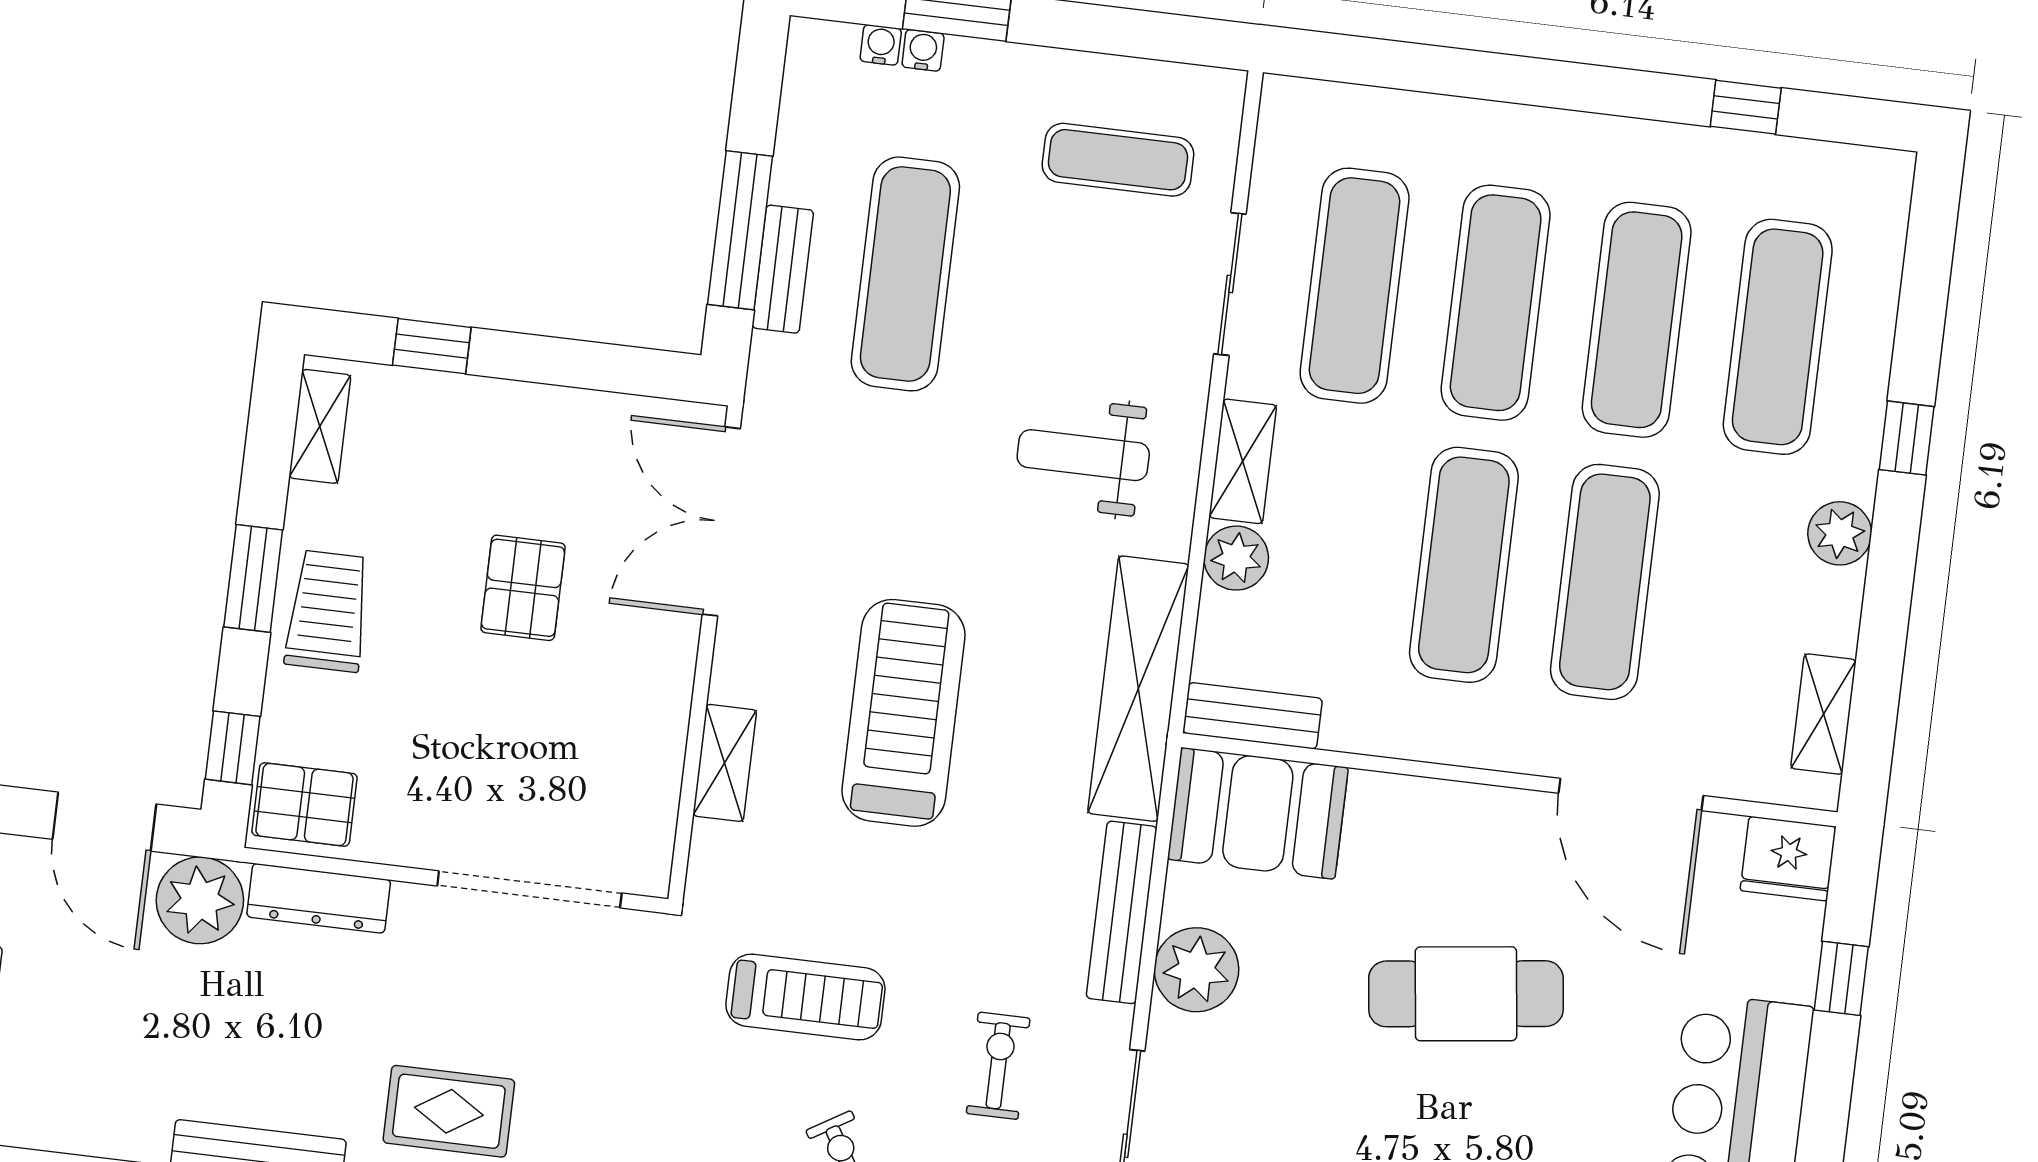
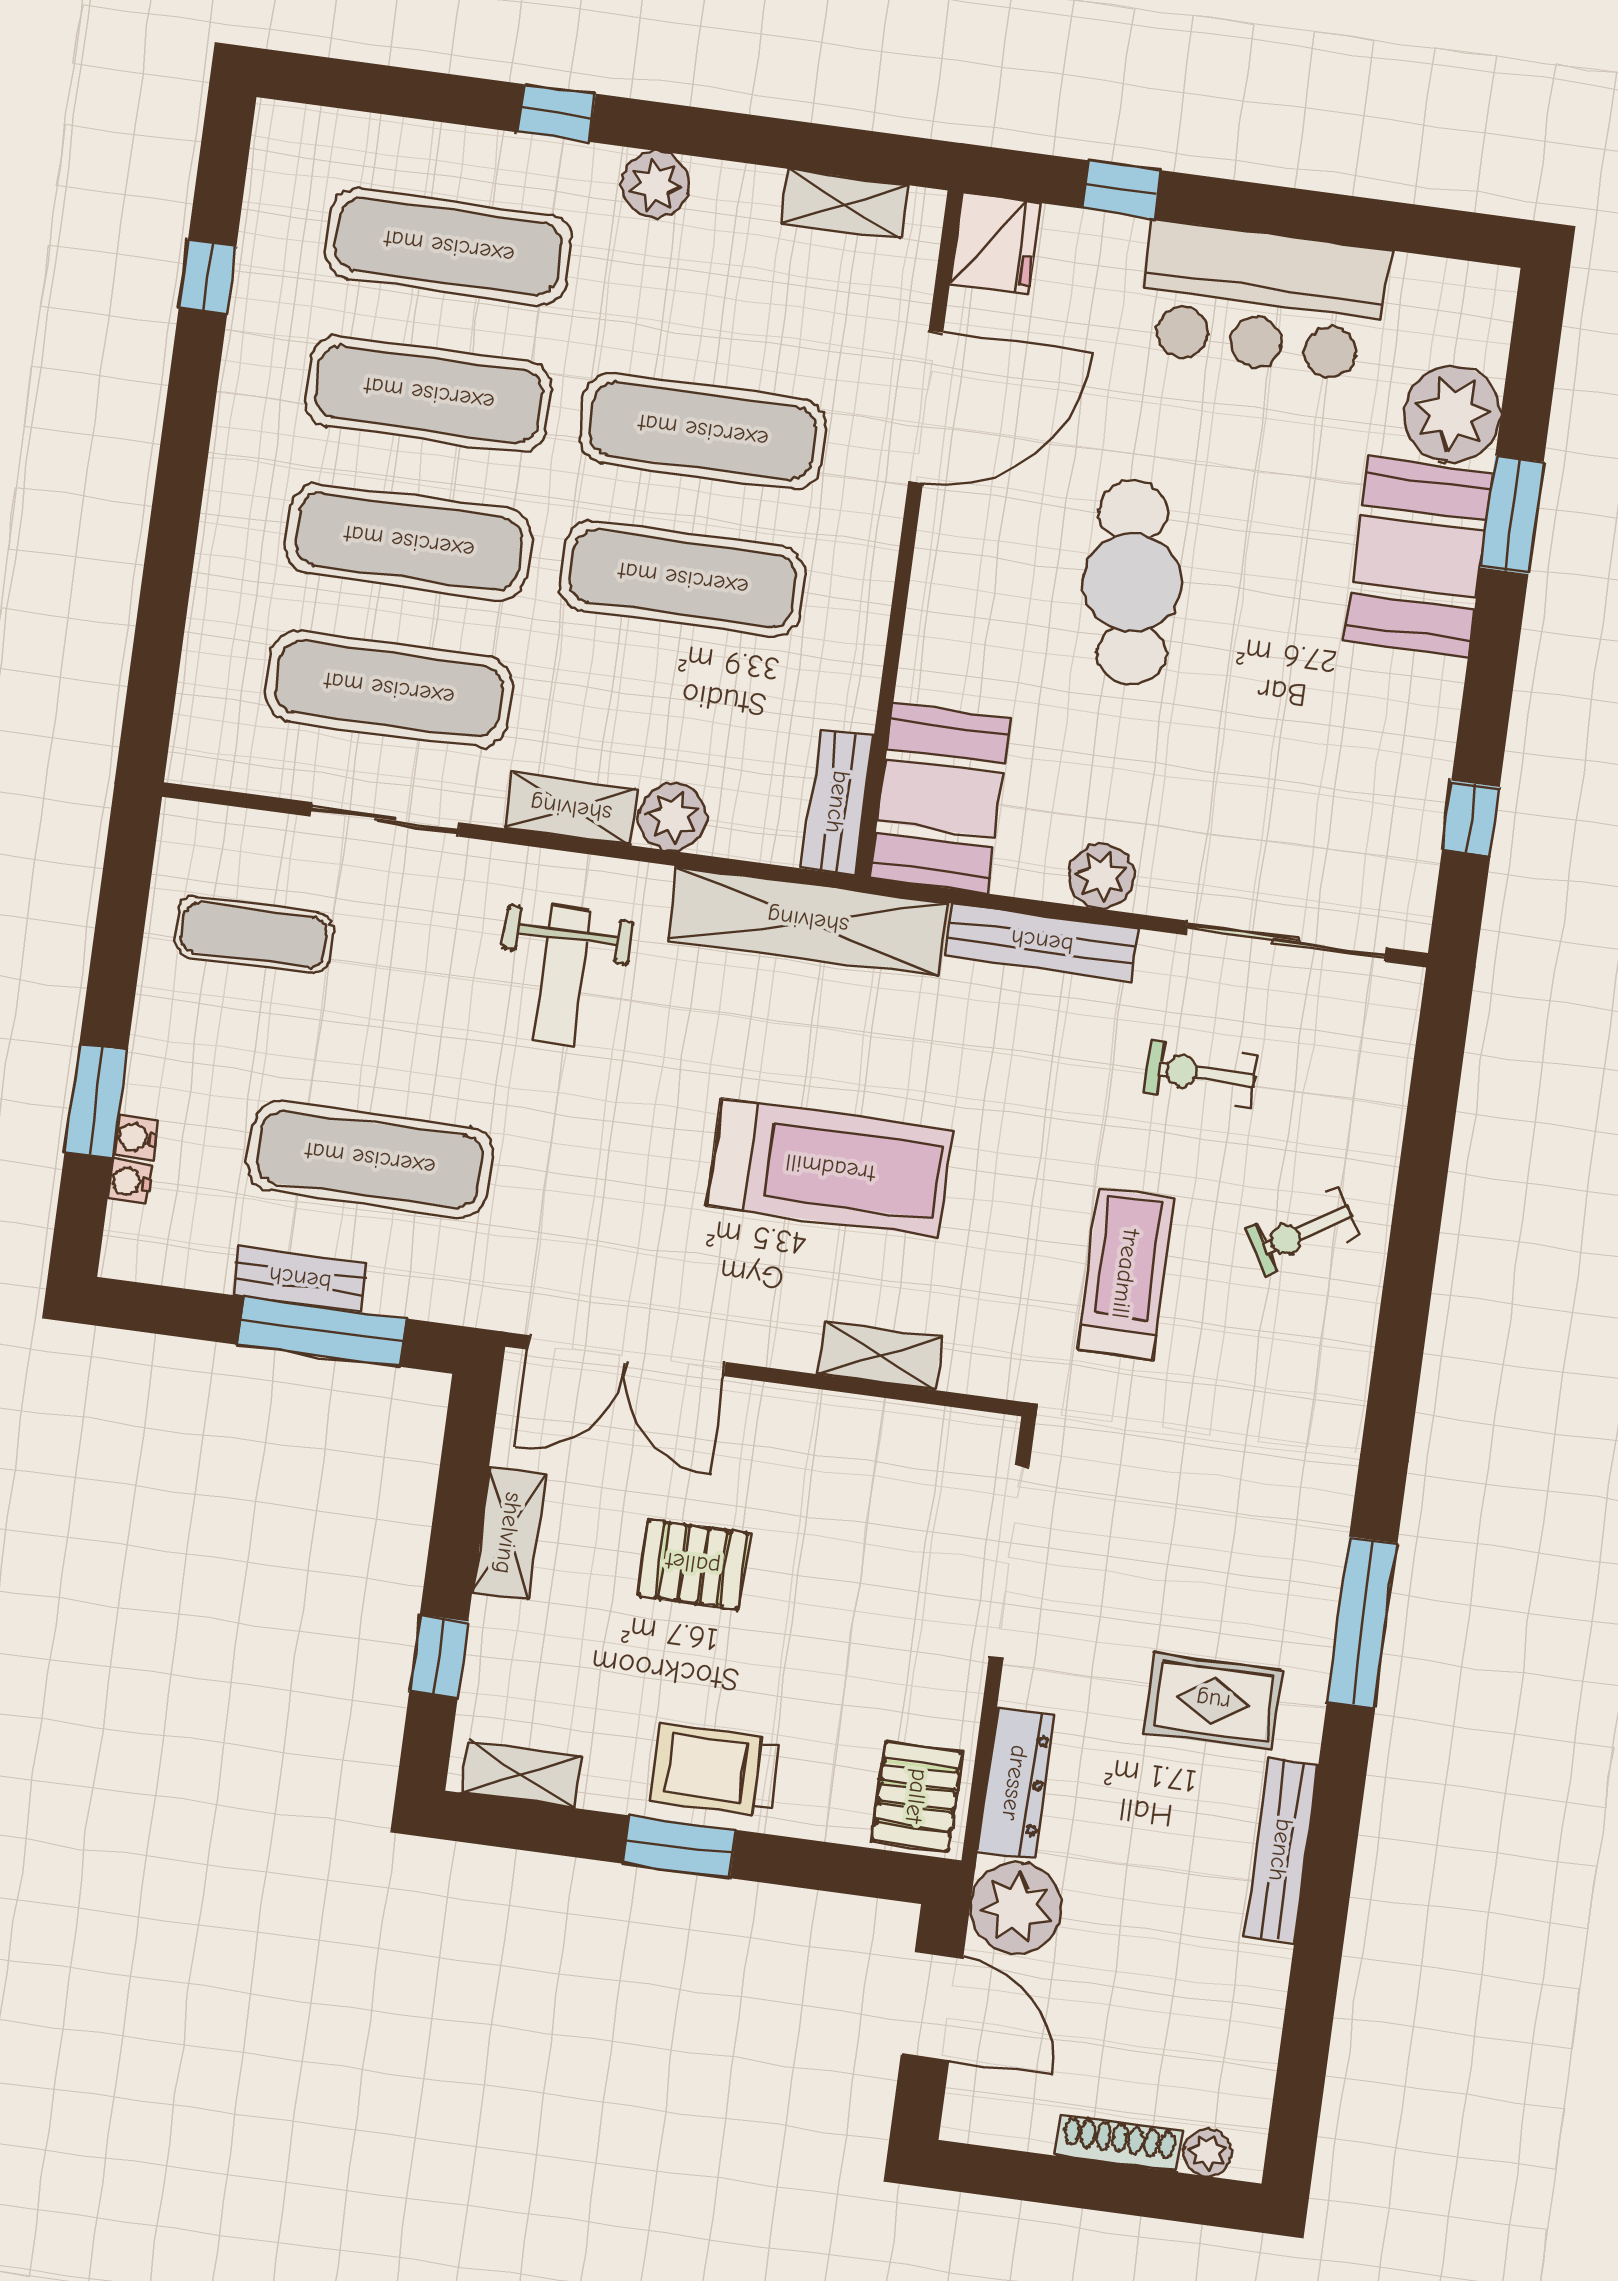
exercise mat: (1118, 160) -> (253, 935), turned 90
bench: (783, 269) -> (300, 1279), moved
shelving: (550, 411) -> (509, 1533), added
treadmill: (903, 713) -> (830, 1168), turned 180
window: (233, 748) -> (856, 1871), removed
door: (104, 822) -> (932, 2006), hinge flipped
plant: (1196, 970) -> (1101, 876), width x0.73, depth x0.73
rug: (449, 1111) -> (1213, 1701), moved, turned 90

